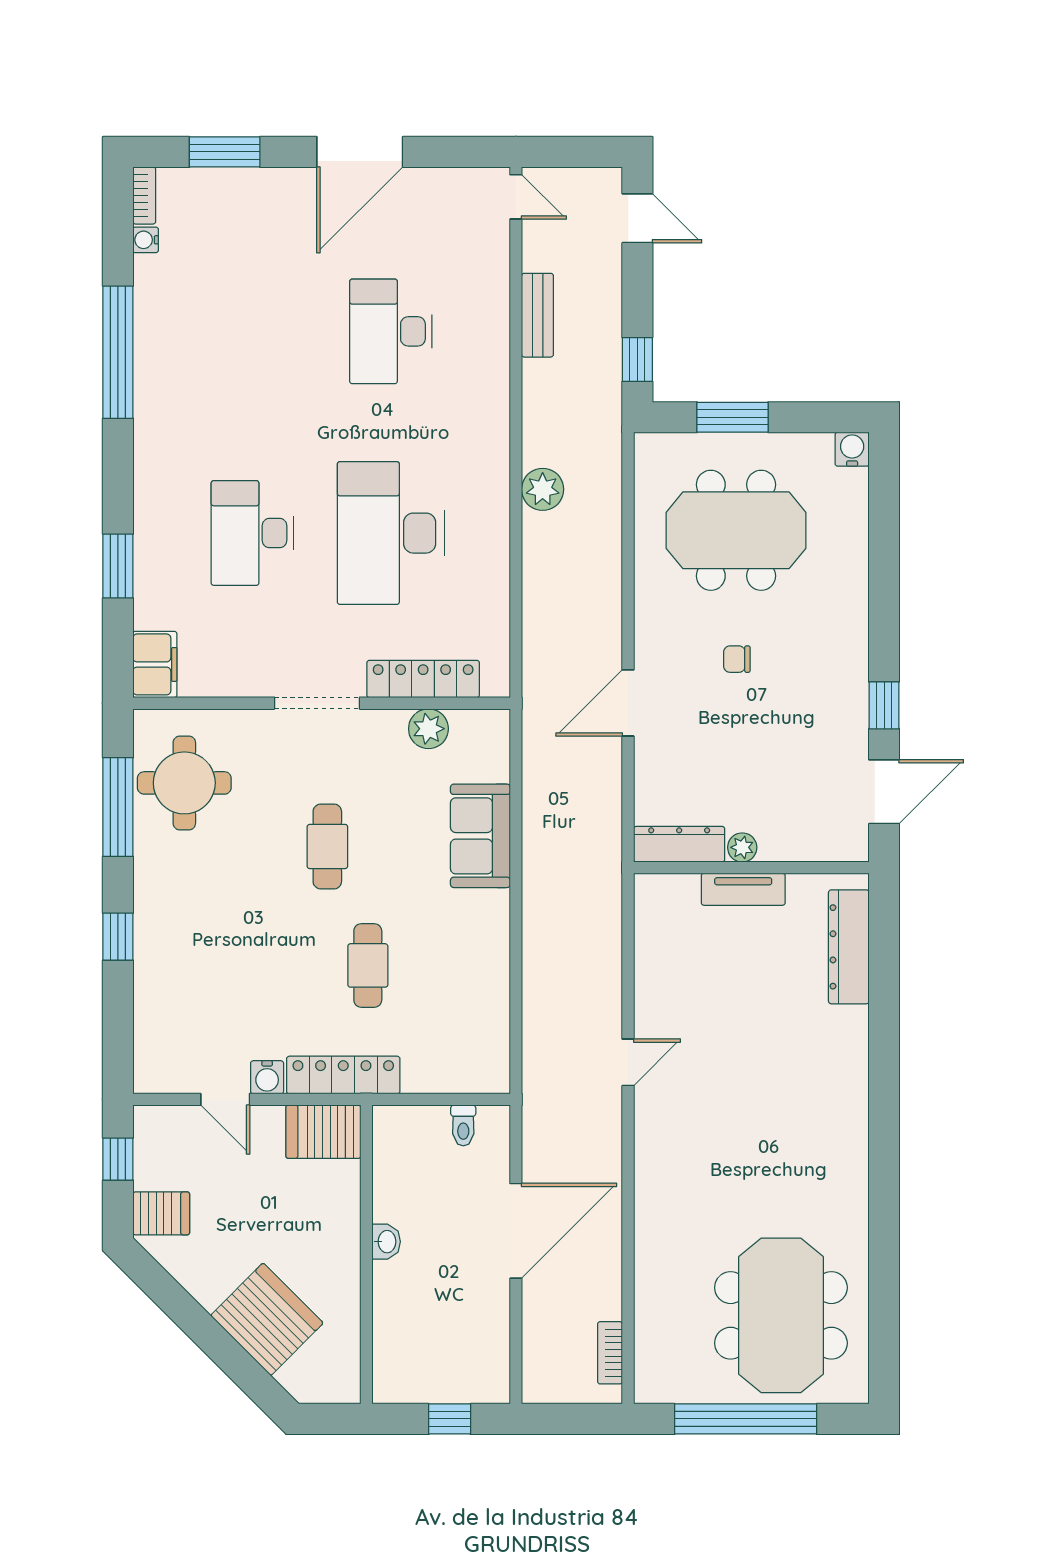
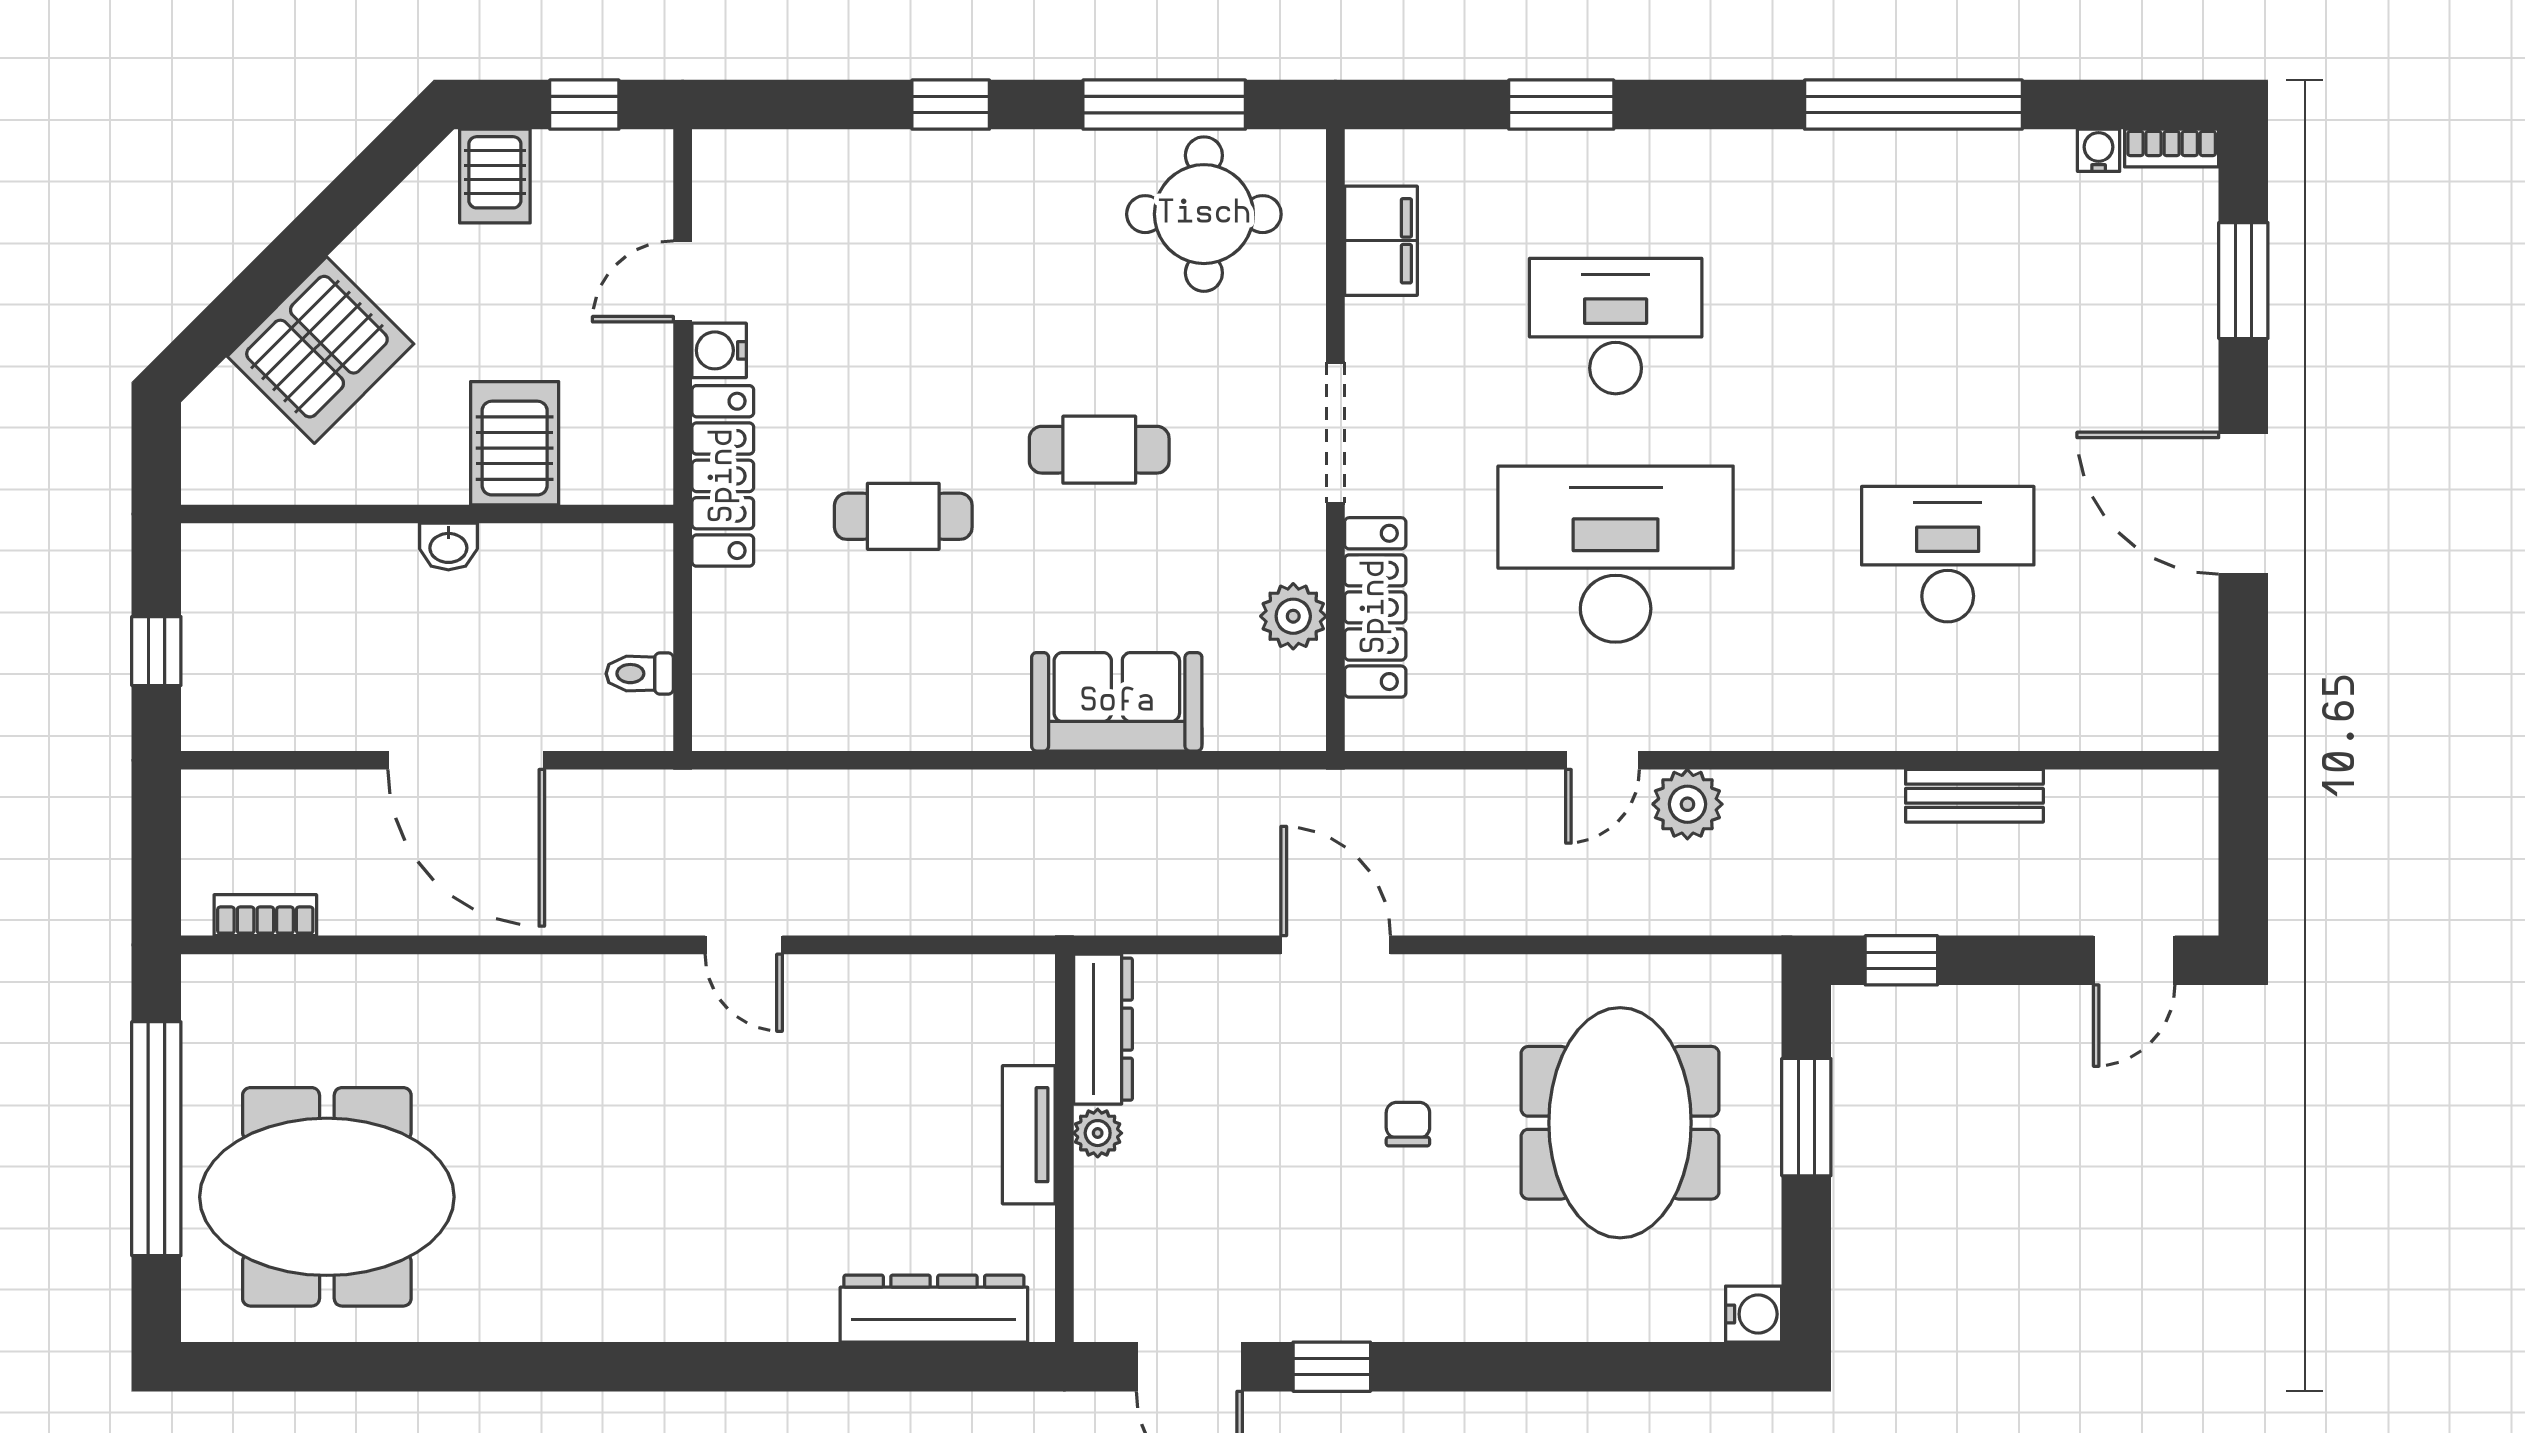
door: (516, 197) -> (1603, 760), moved
filing cabinet: (155, 664) -> (1381, 241), moved, turned -90
server rack: (323, 1132) -> (515, 443), moved

